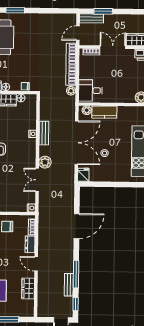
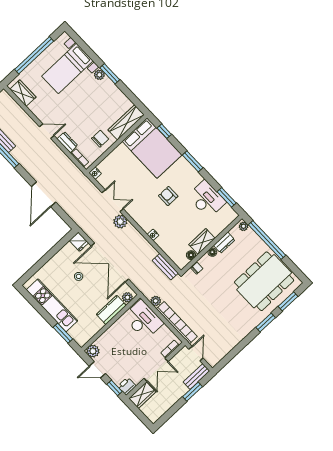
desk: (90, 91) -> (143, 320), width x1.37
bench: (44, 133) -> (165, 267), moved
wardrobe: (28, 289) -> (23, 93), moved

